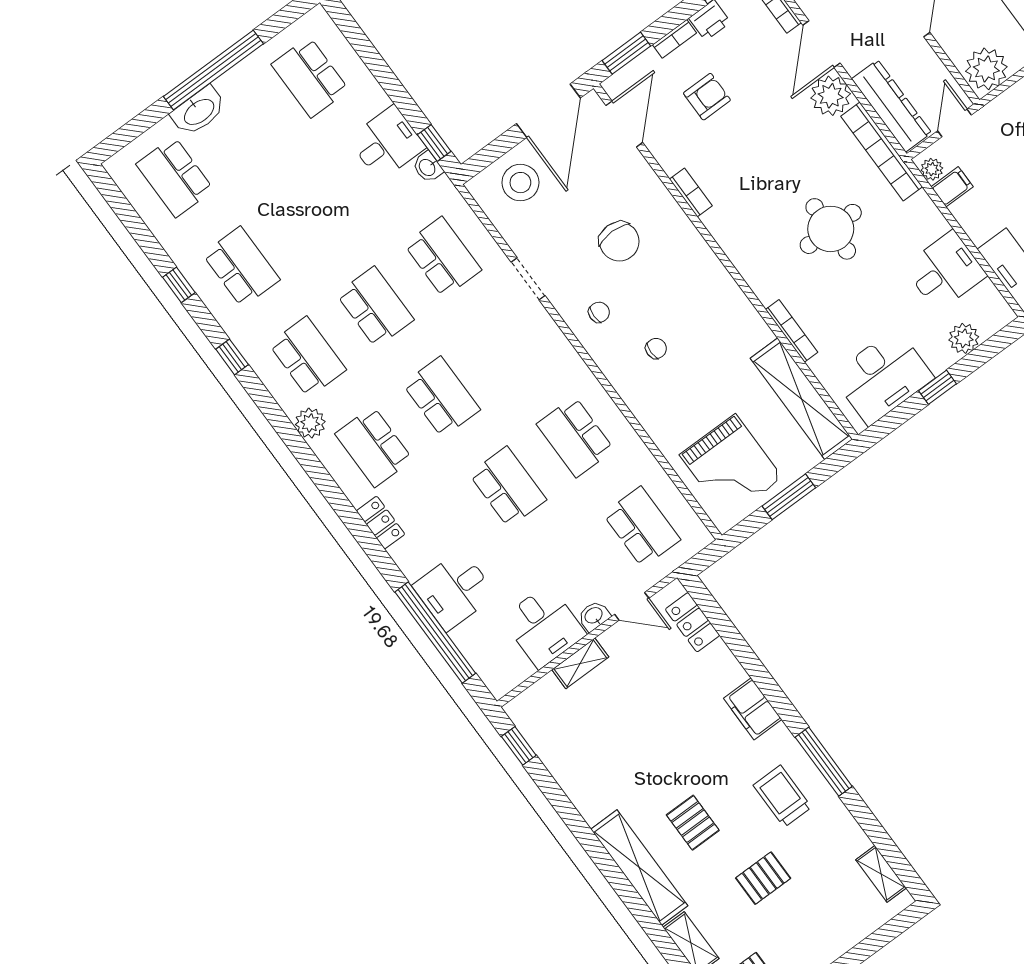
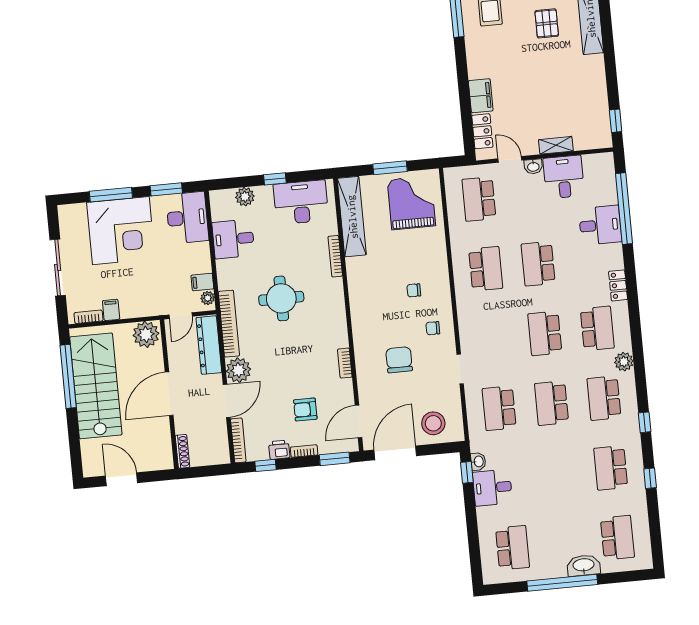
filing cabinet: (753, 709) -> (481, 96), moved

